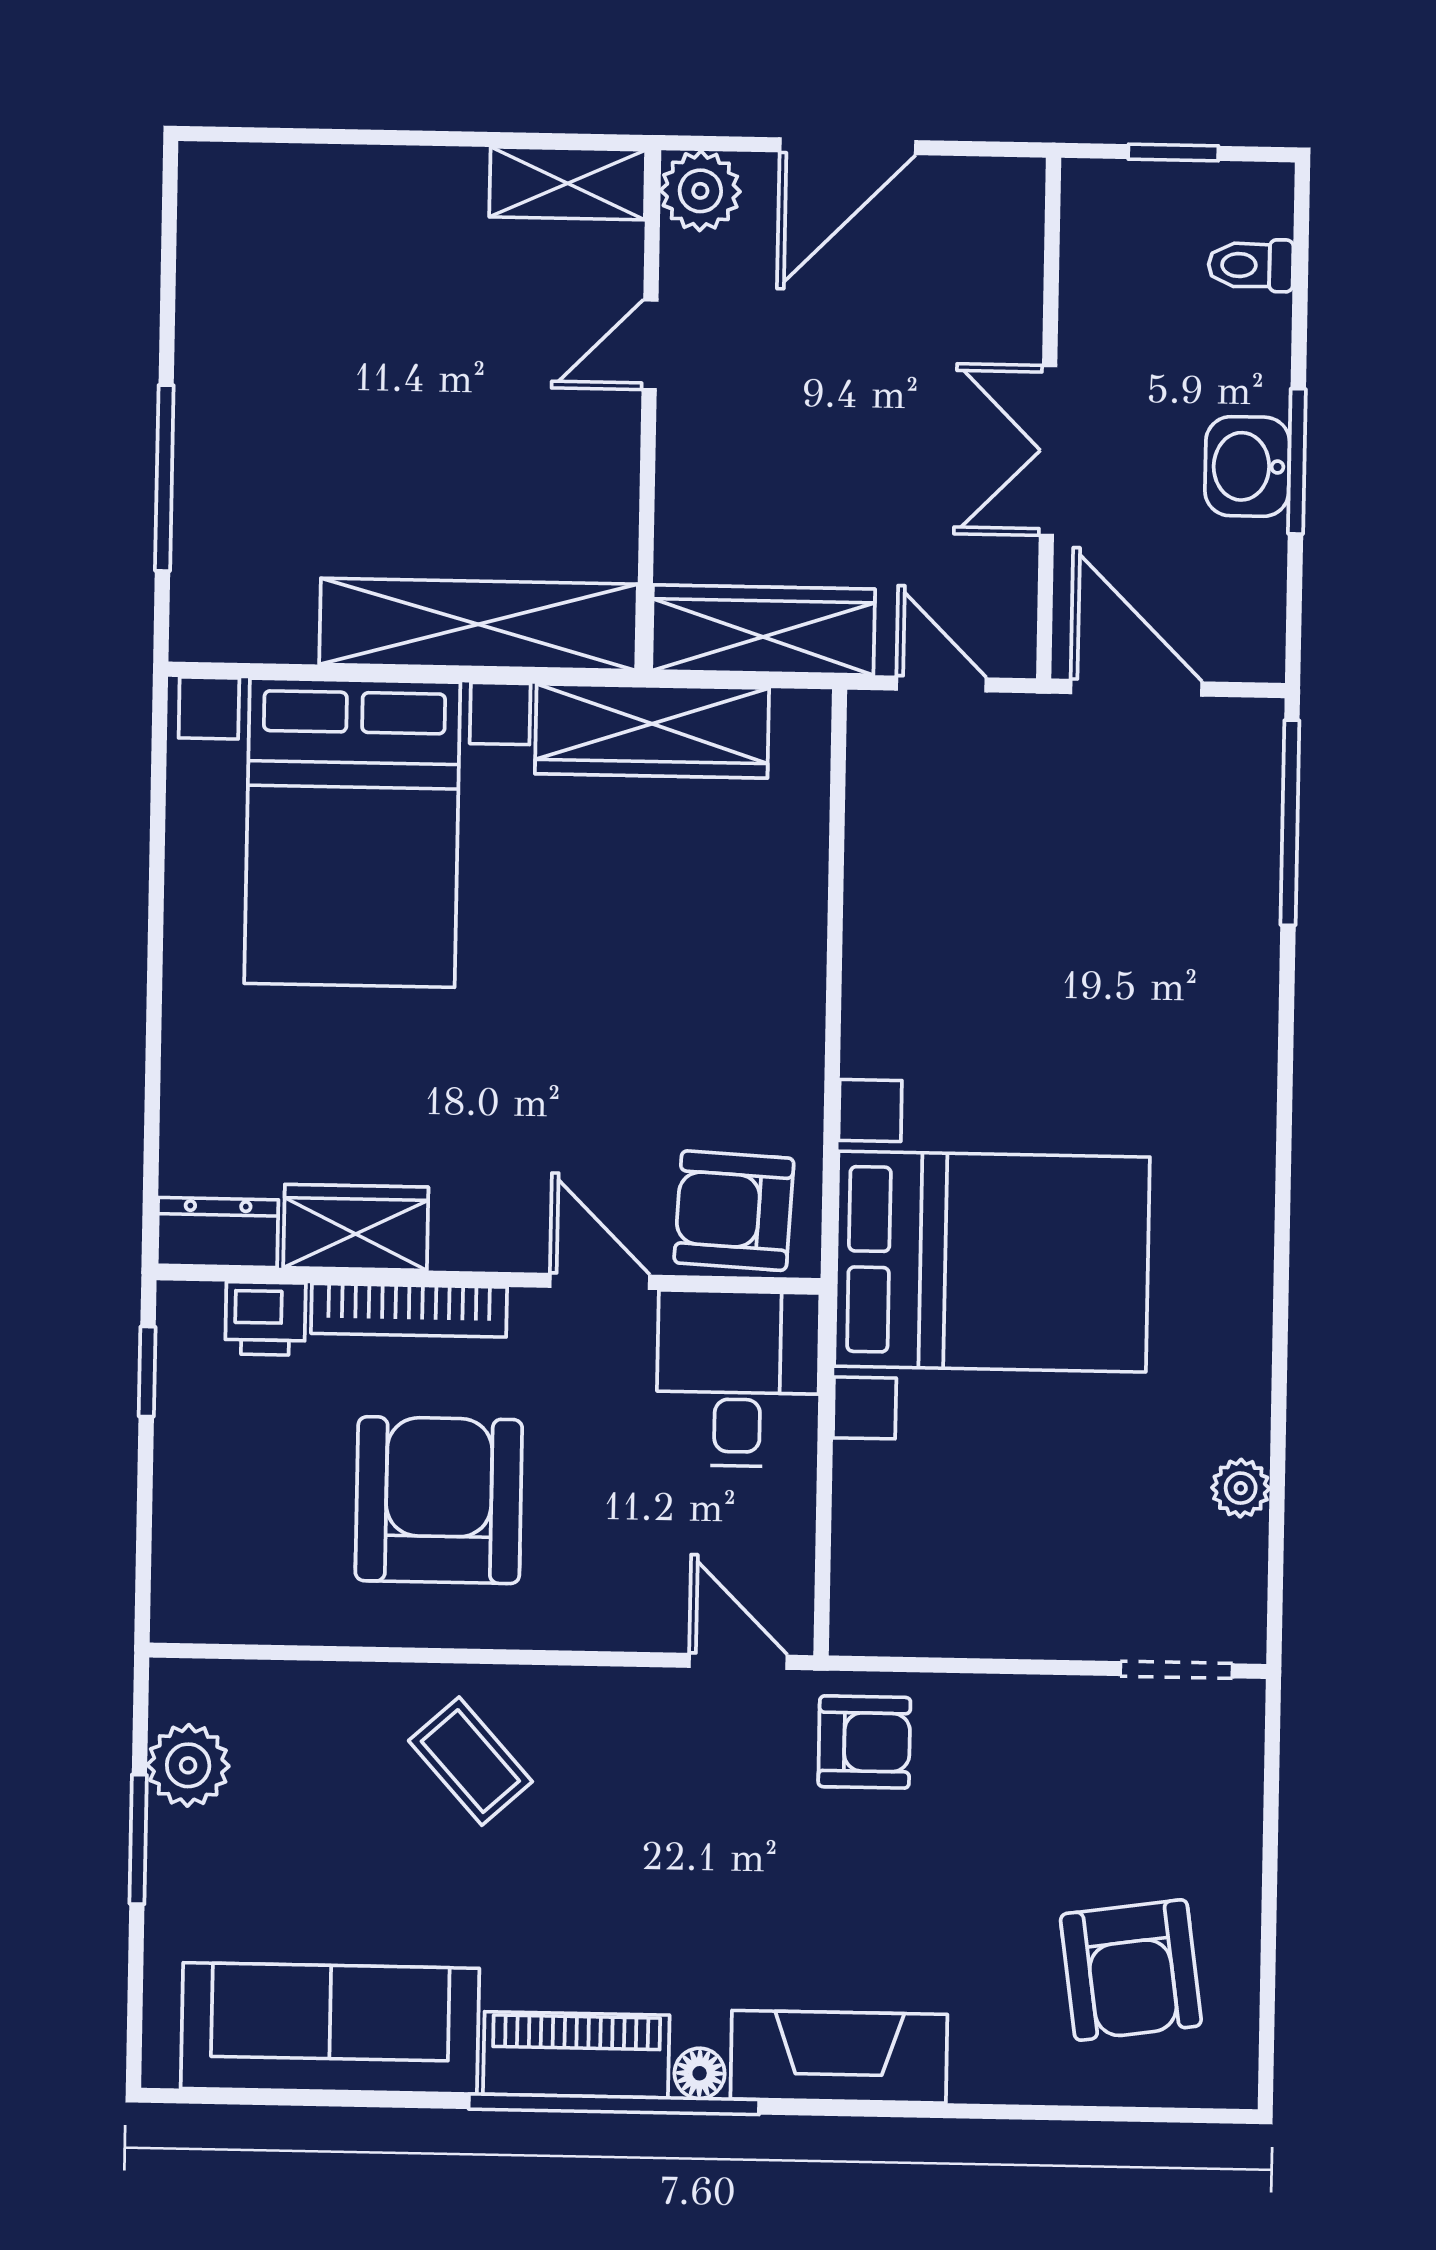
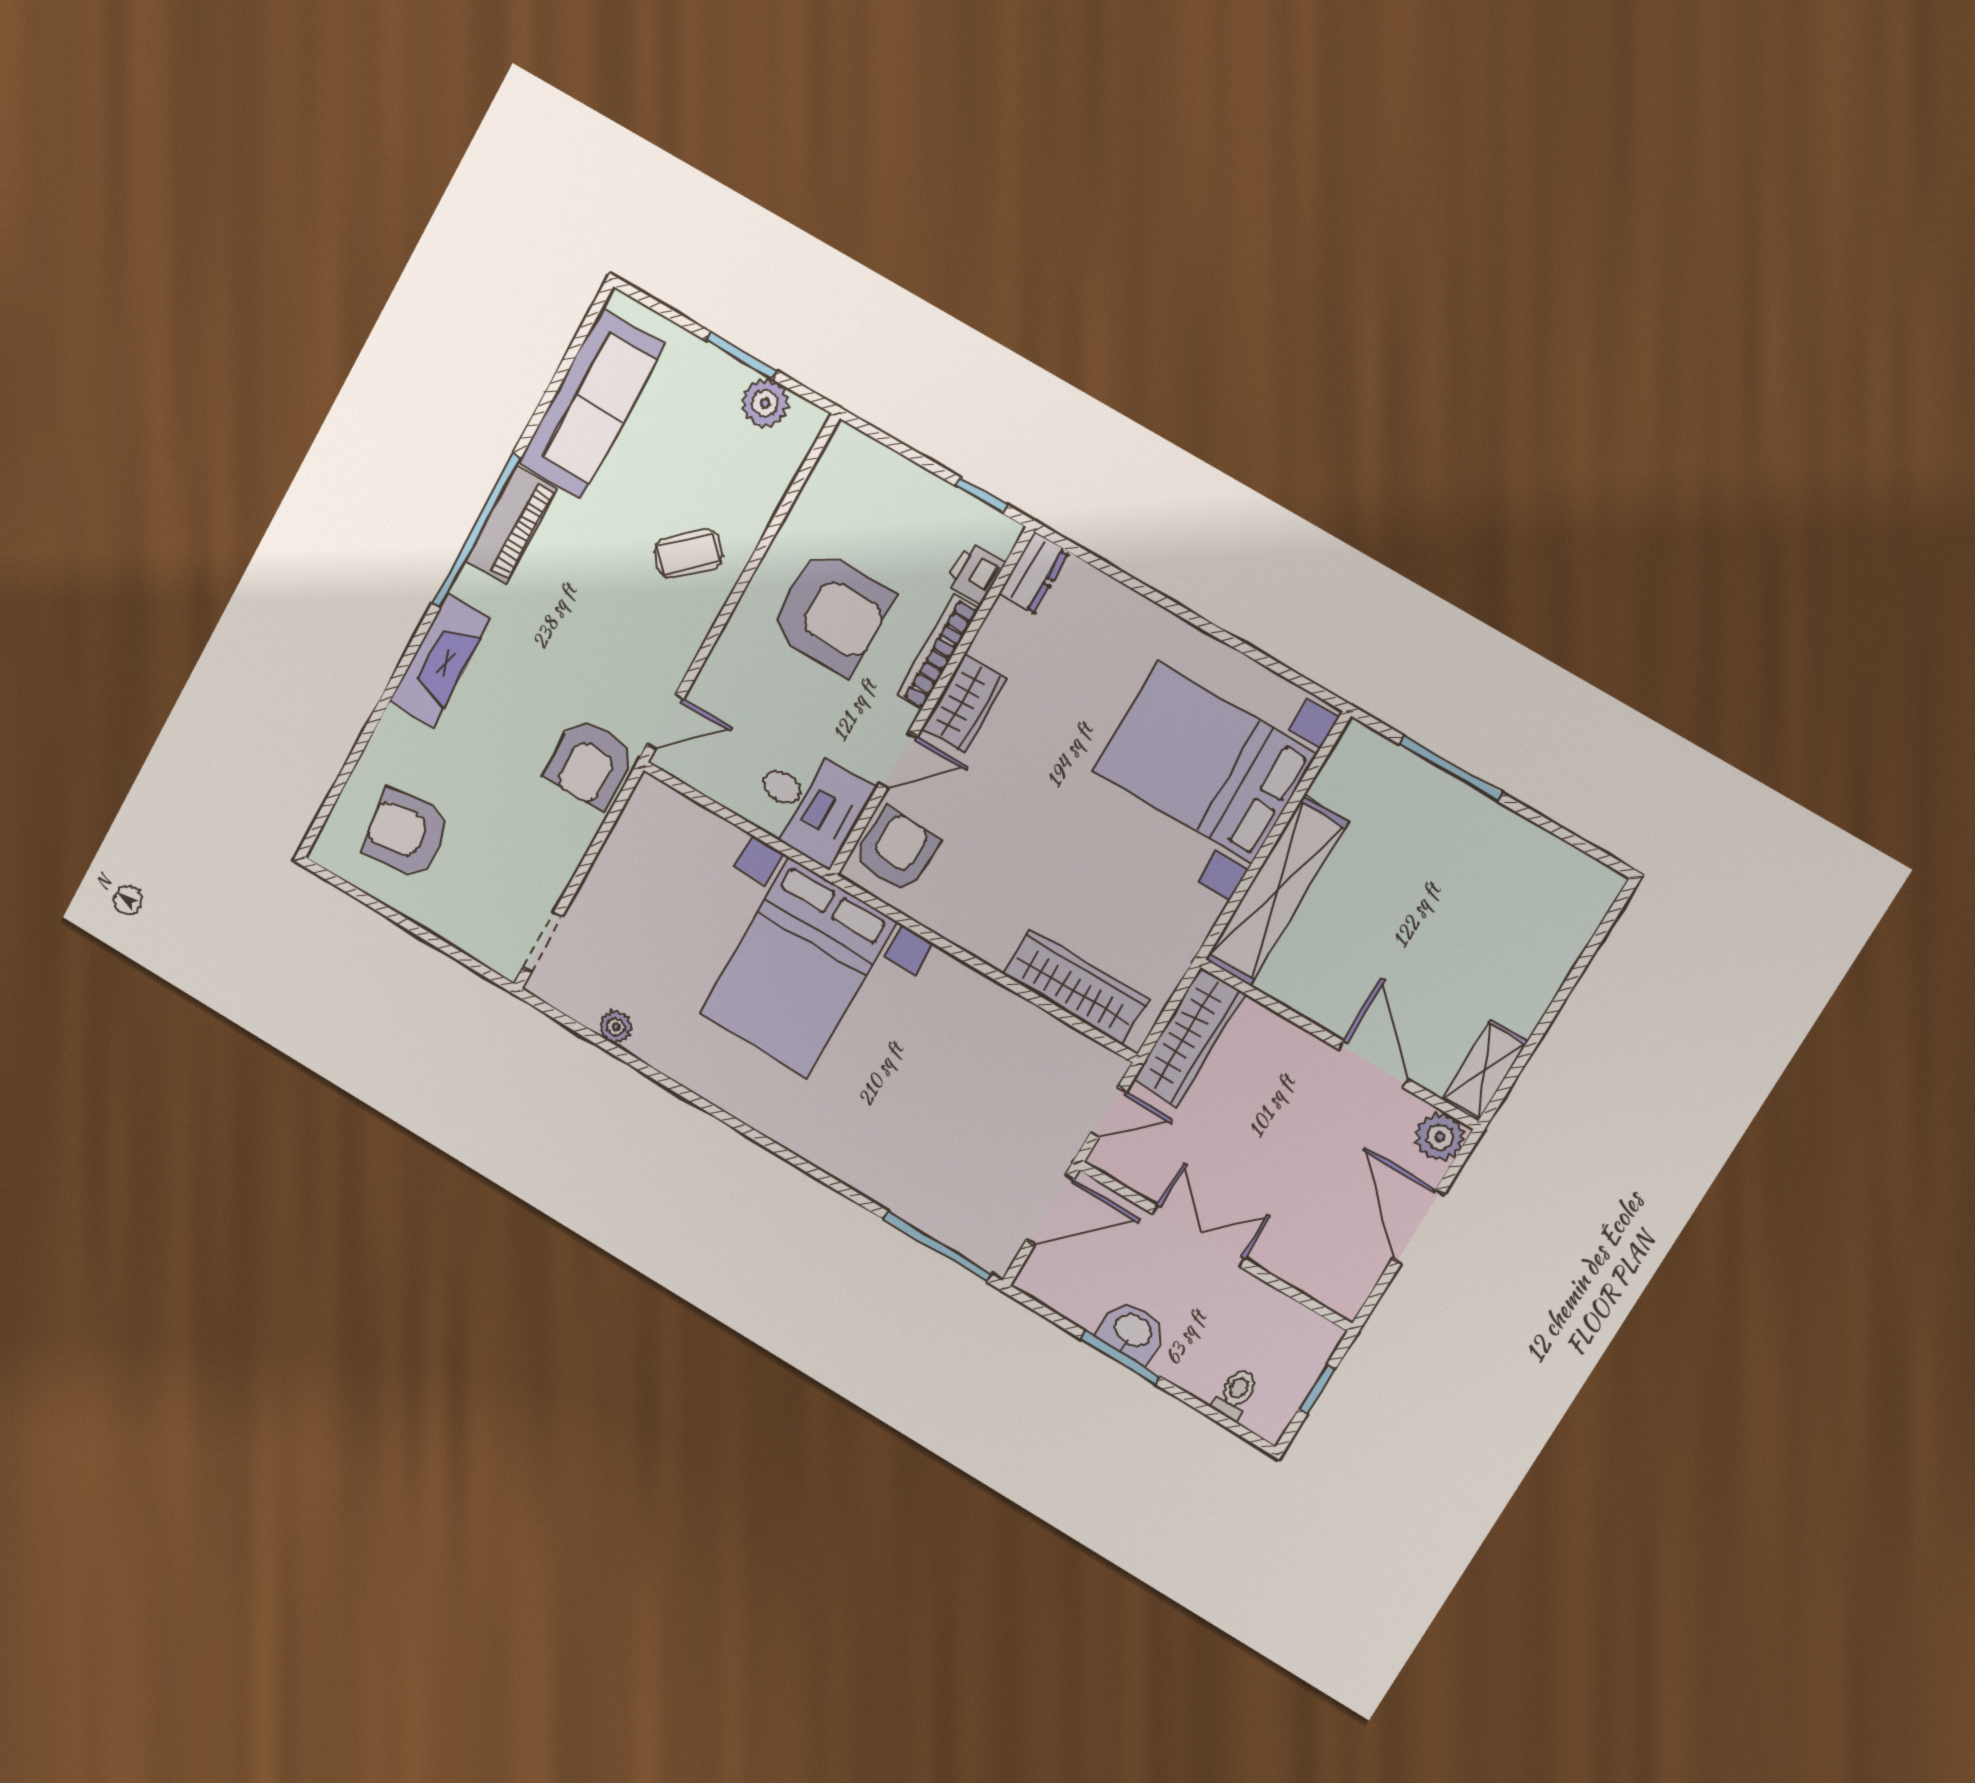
door: (650, 345) -> (1373, 1064), width x1.38
wardrobe: (652, 731) -> (1076, 987), moved, turned 90
wardrobe: (356, 1227) -> (964, 704), moved
armchair: (864, 1742) -> (590, 763), width x1.38, depth x1.38
floor lamp: (700, 2073) -> (469, 584), removed

